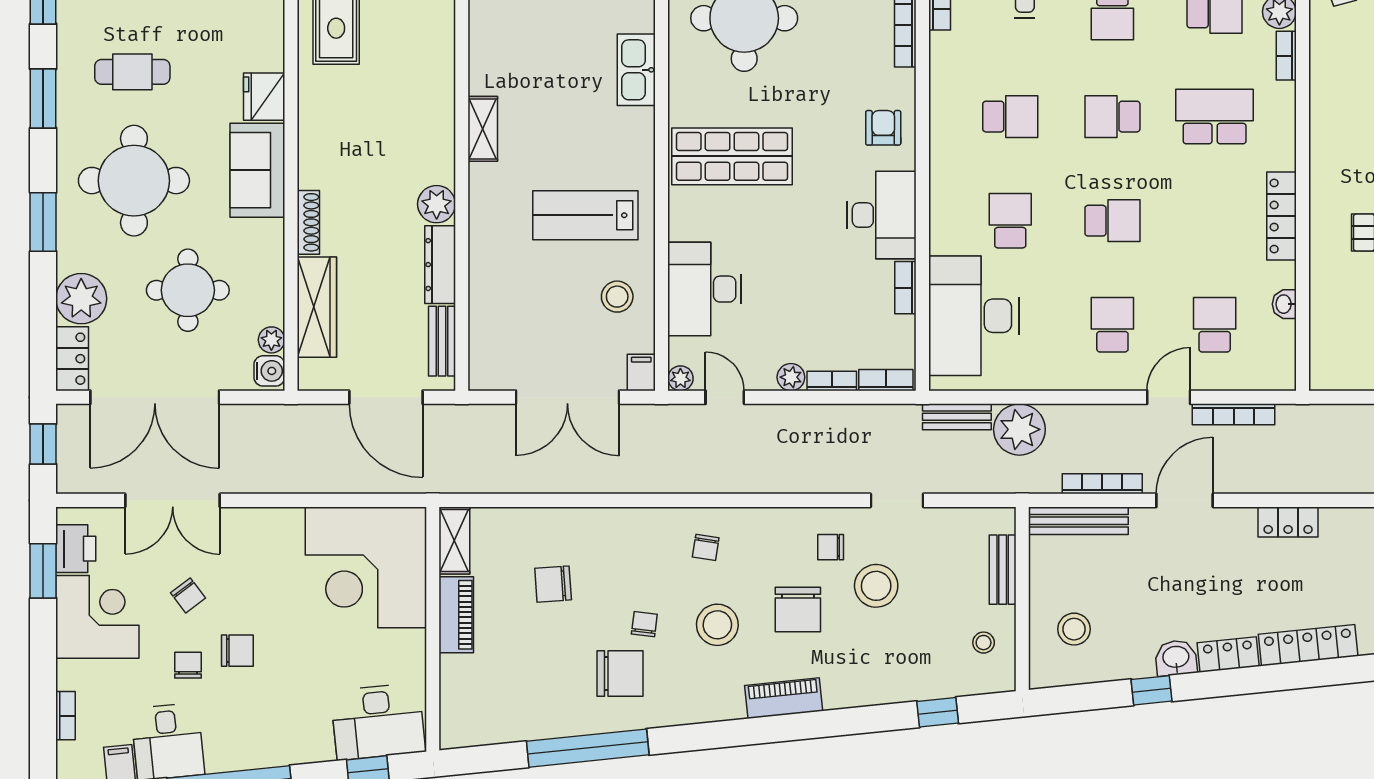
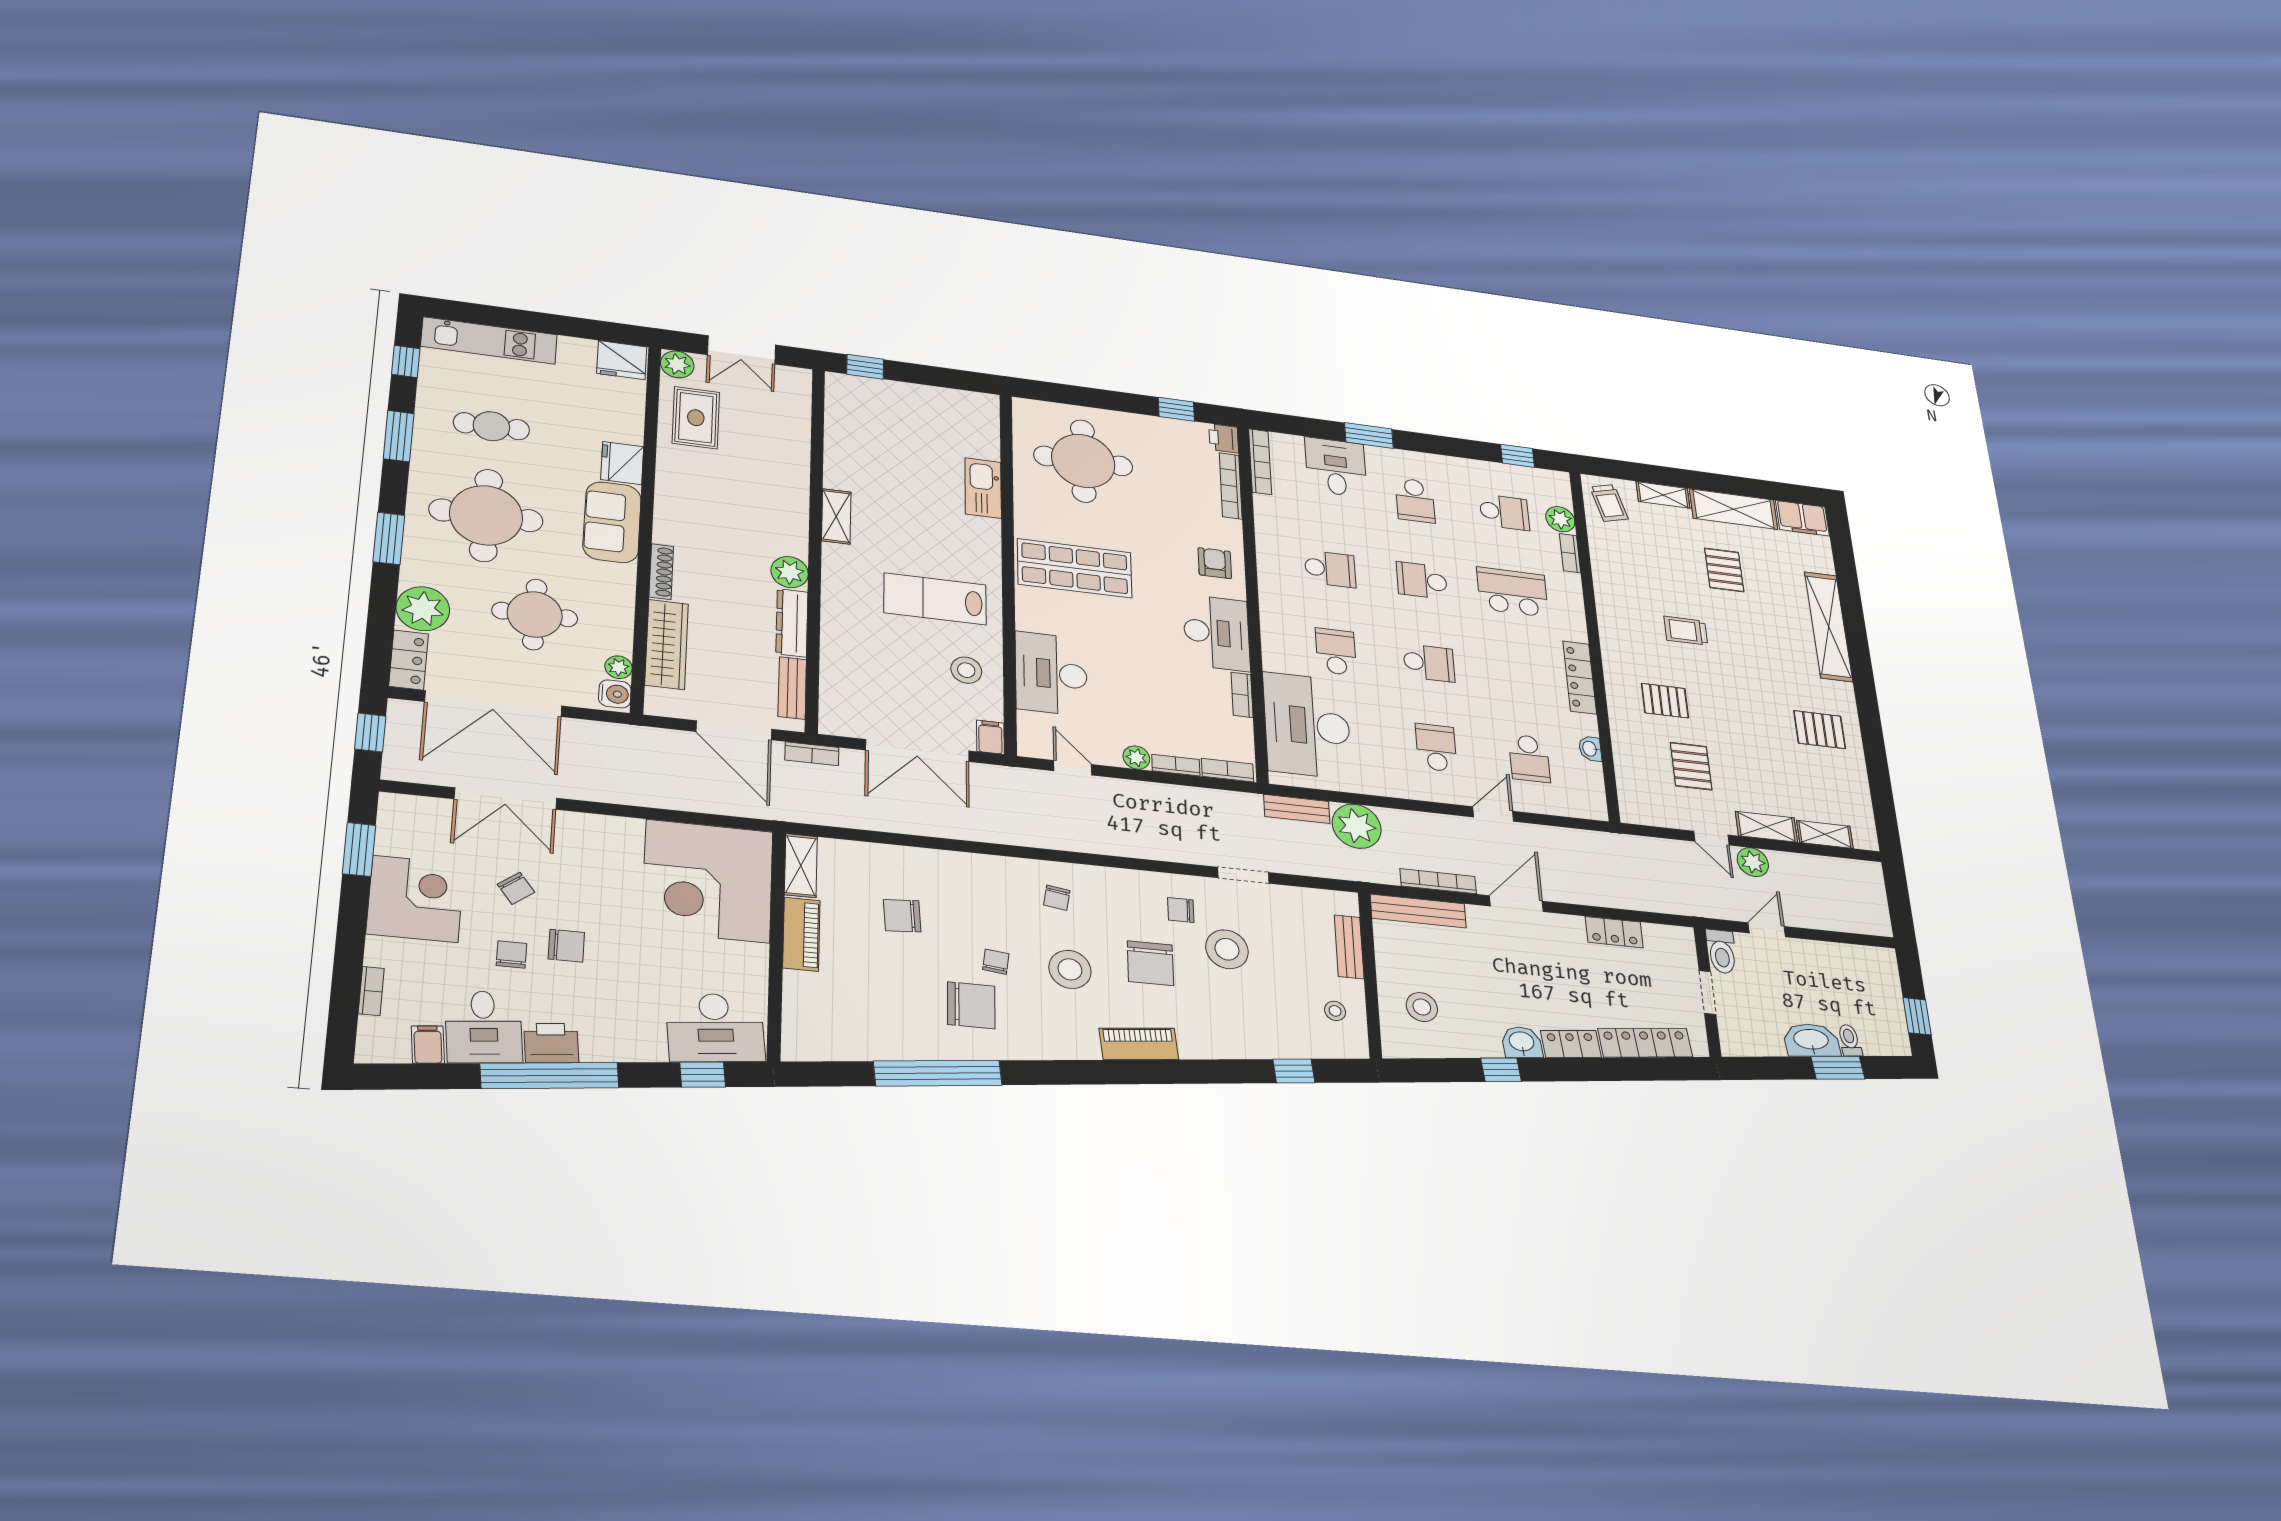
school desk: (1215, 325) -> (1529, 758), turned 180
plant: (680, 378) -> (1029, 747), removed
bookcase: (1234, 414) -> (812, 754), moved, width x0.64
printer: (76, 549) -> (551, 1043), moved, turned -96

